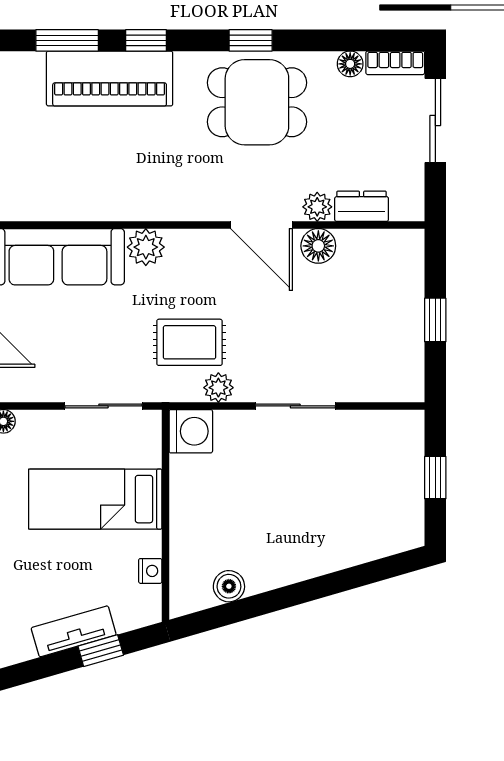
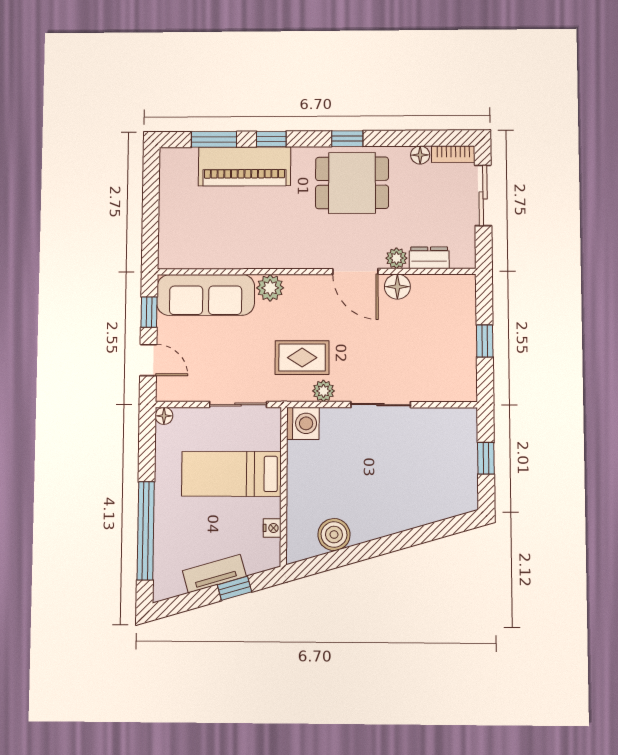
boiler: (229, 586) -> (334, 535), width x1.36, depth x1.36

